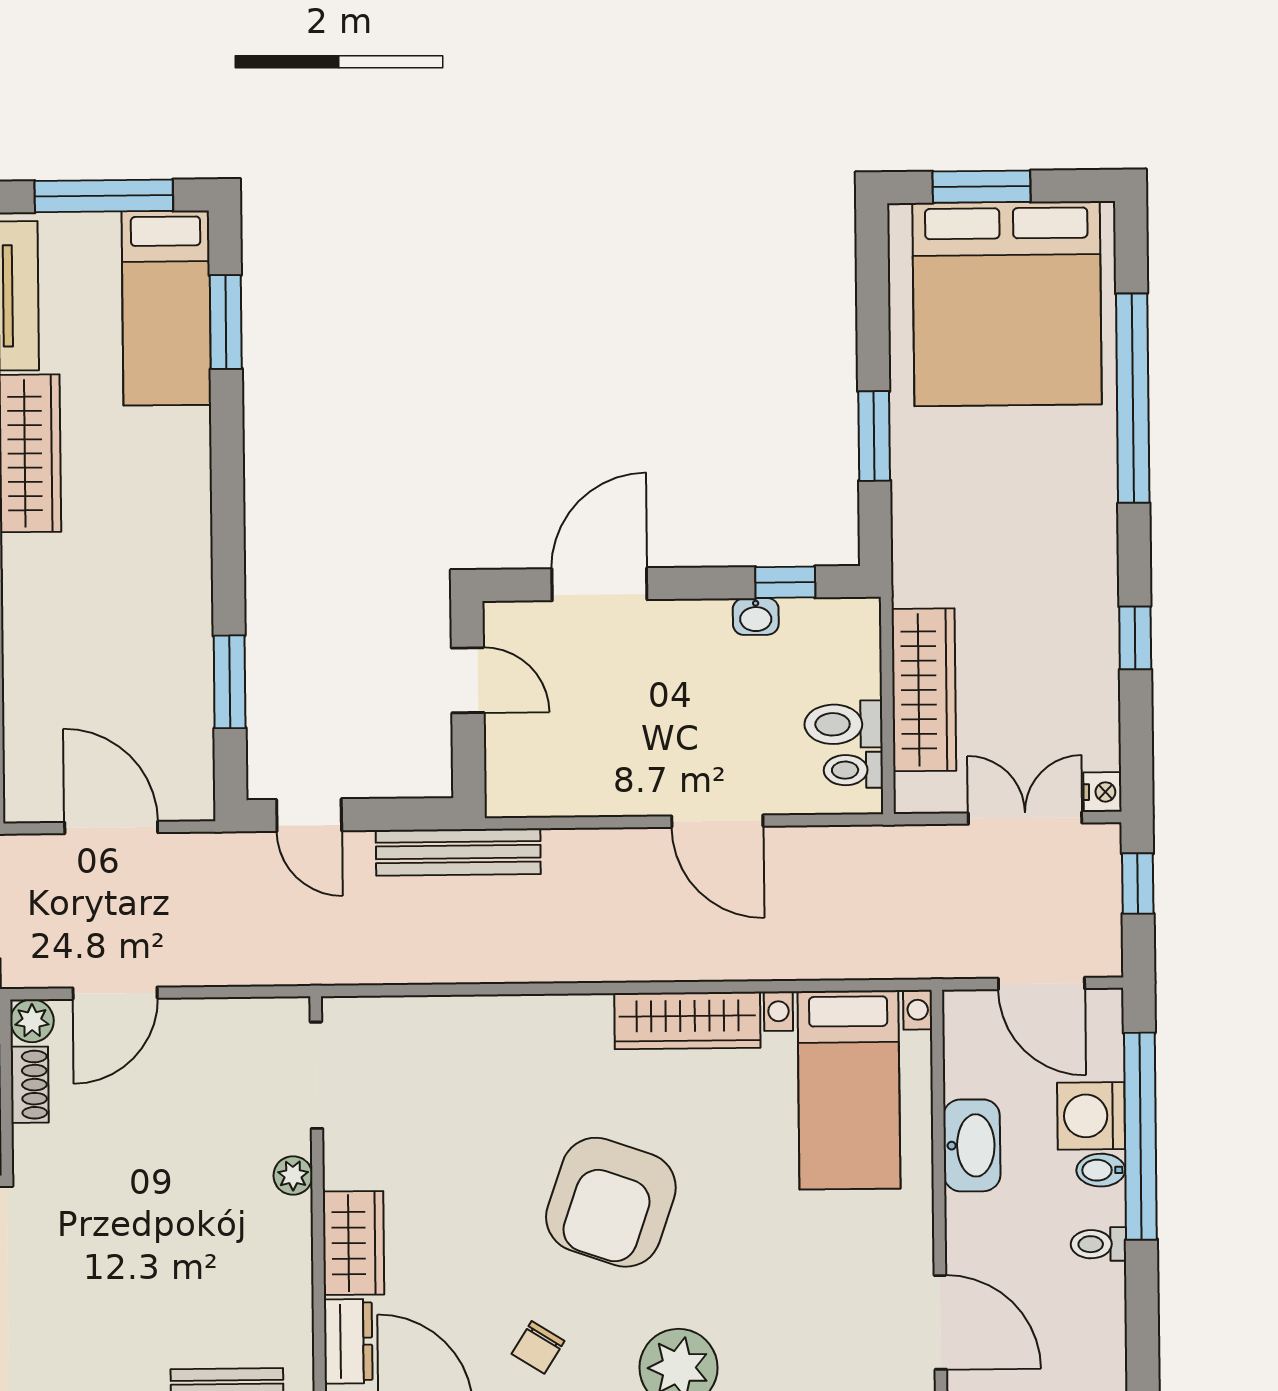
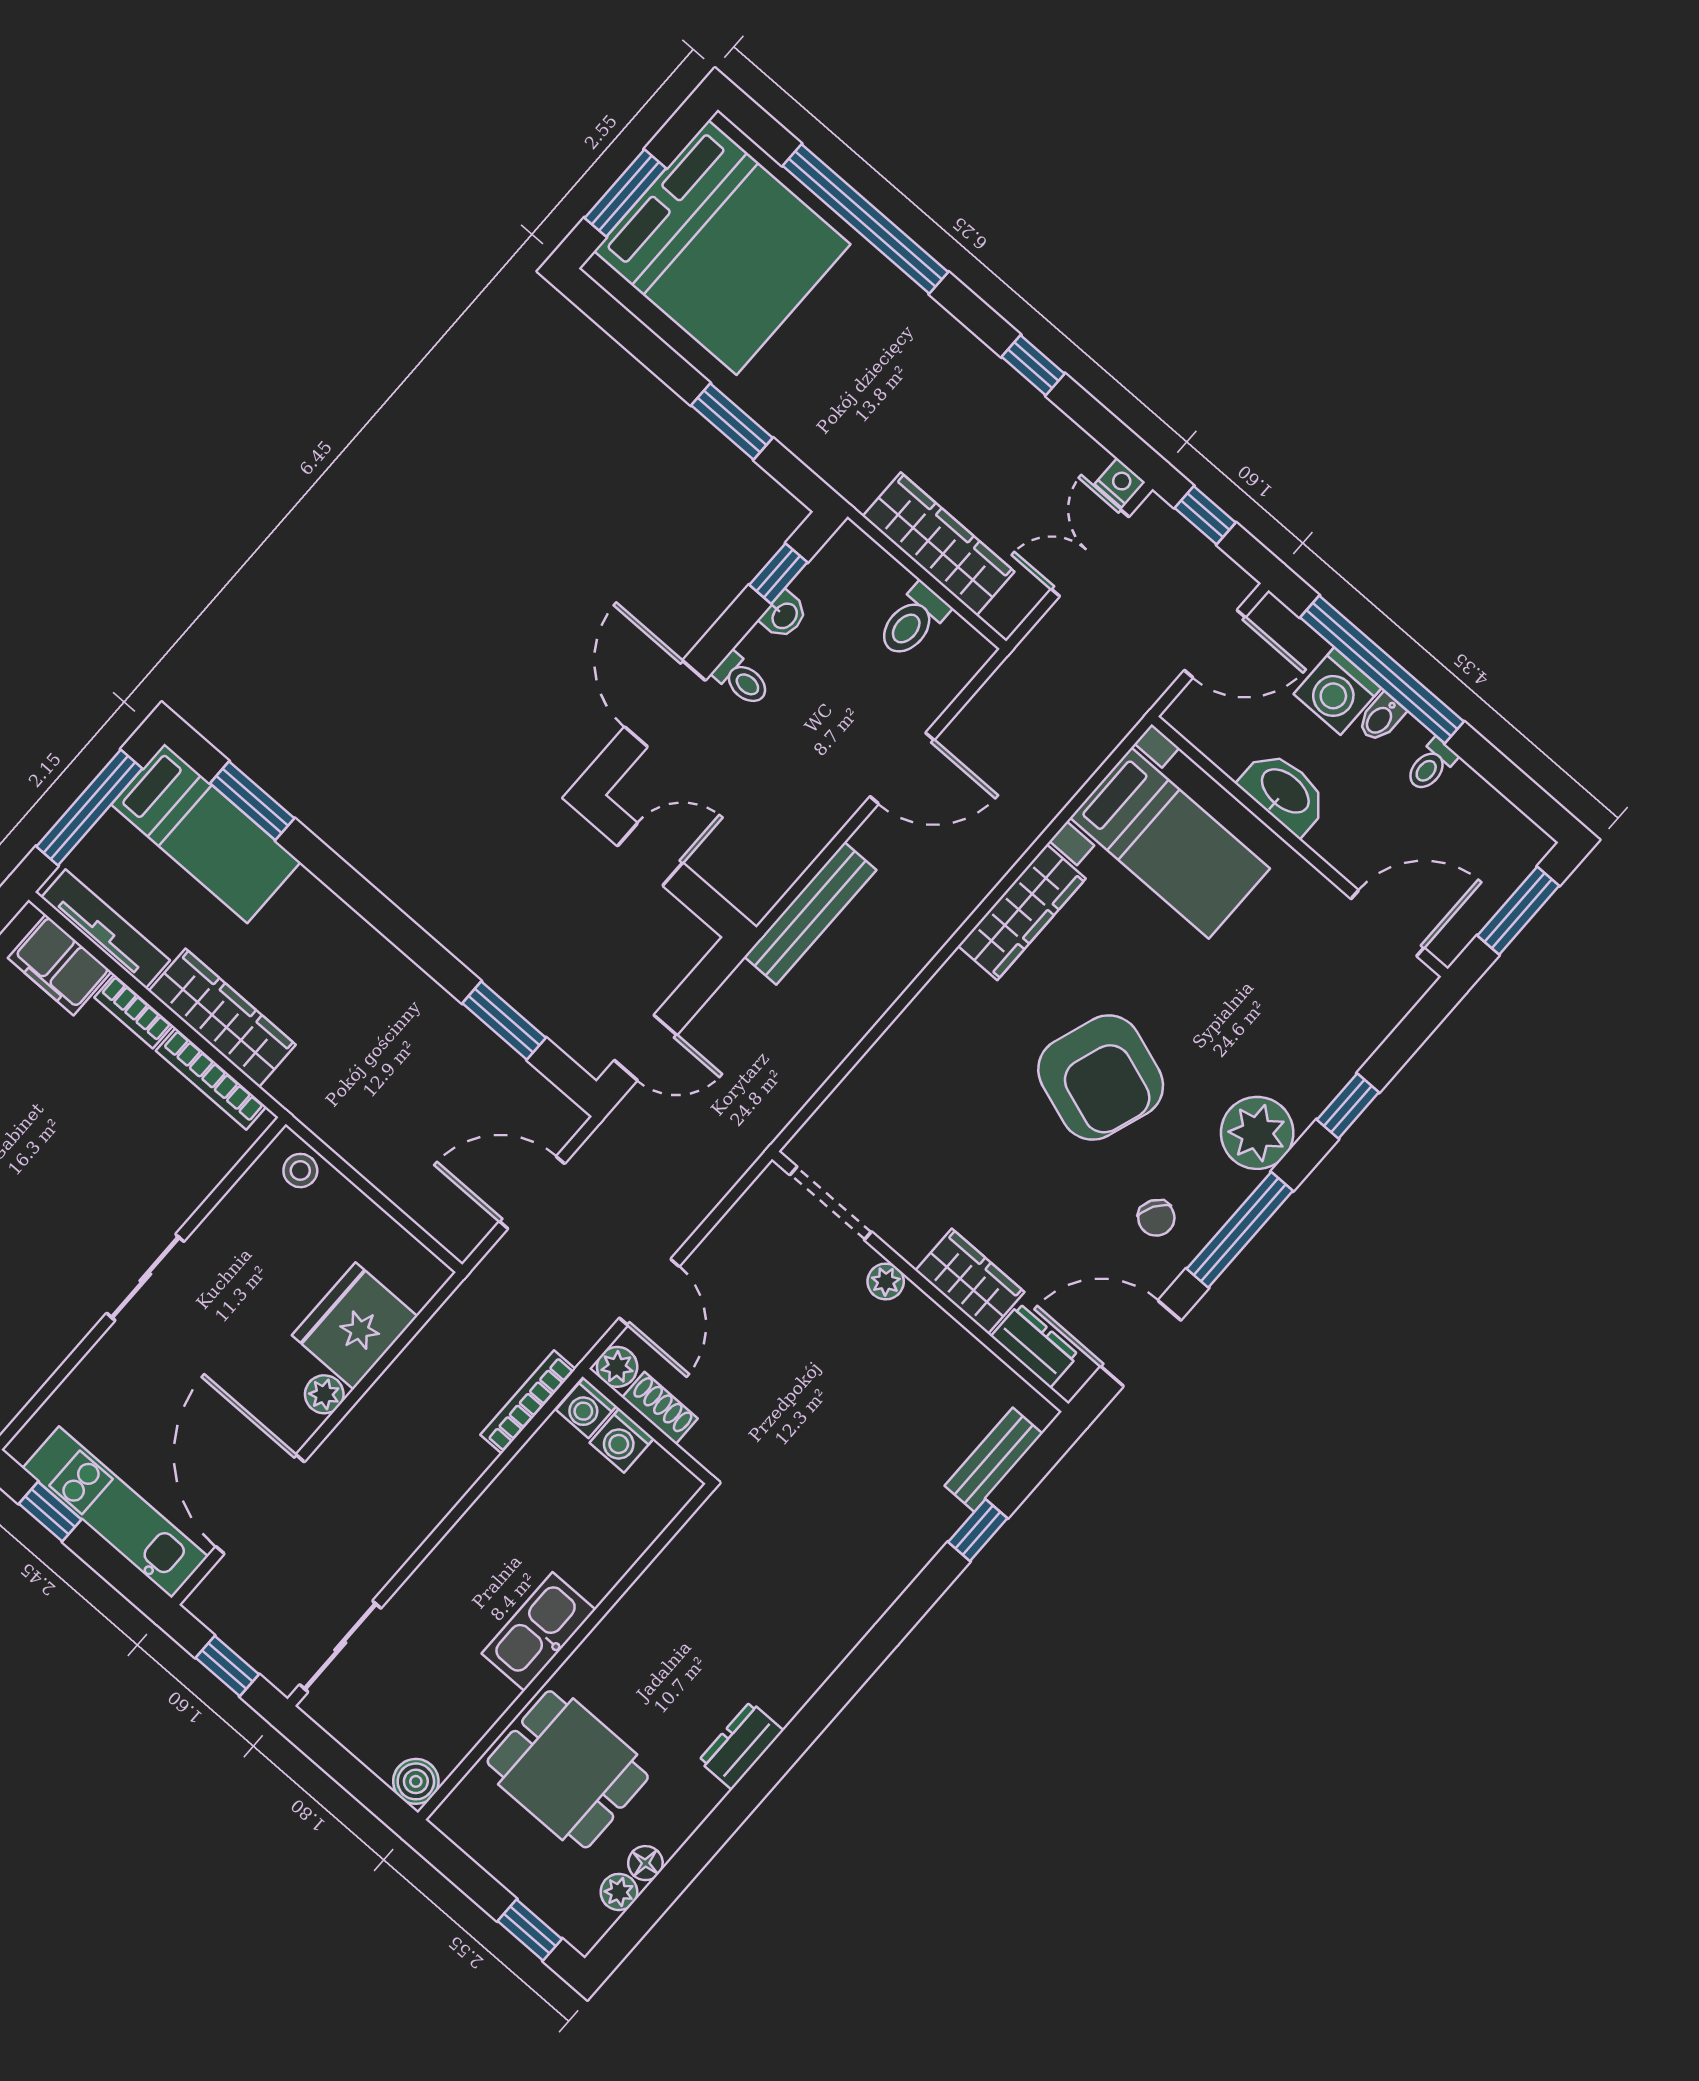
toilet: (853, 770) -> (742, 679), moved, turned -90
bench: (458, 852) -> (810, 913), moved

